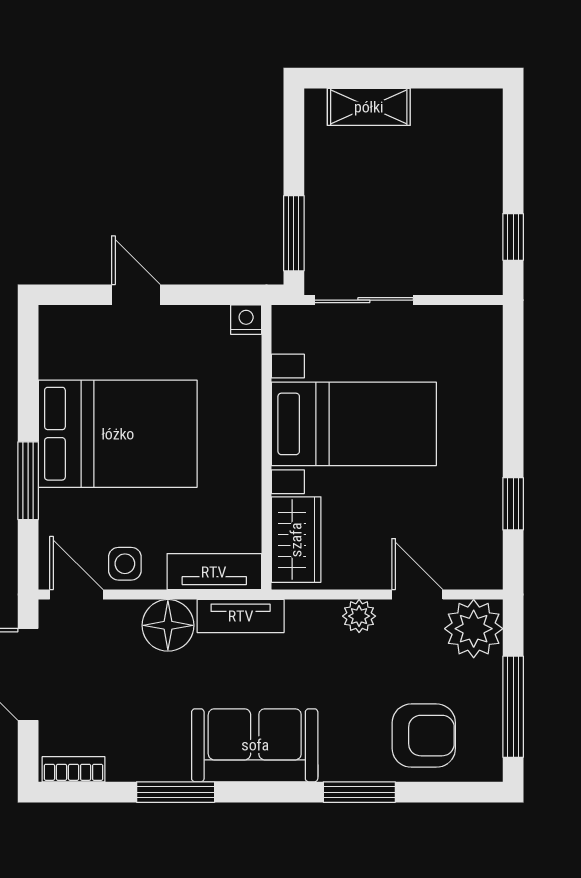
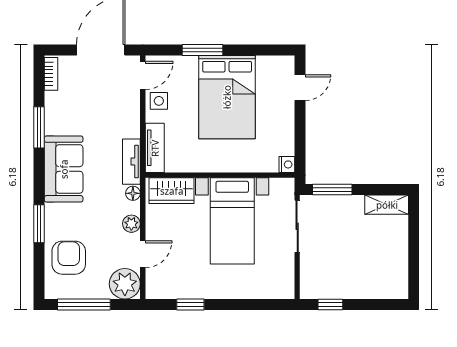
shelving: (369, 107) -> (387, 205), moved, turned 90
door: (136, 295) -> (300, 88), moved
floor lamp: (168, 625) -> (133, 193), moved, width x0.53, depth x0.53
armchair: (424, 736) -> (69, 258), turned 180

